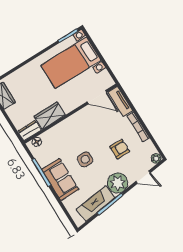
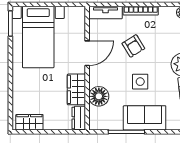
door: (97, 97) -> (87, 53), moved
floor lamp: (37, 142) -> (99, 96), moved, width x1.89, depth x1.89
armchair: (120, 149) -> (133, 46), moved, turned 148

